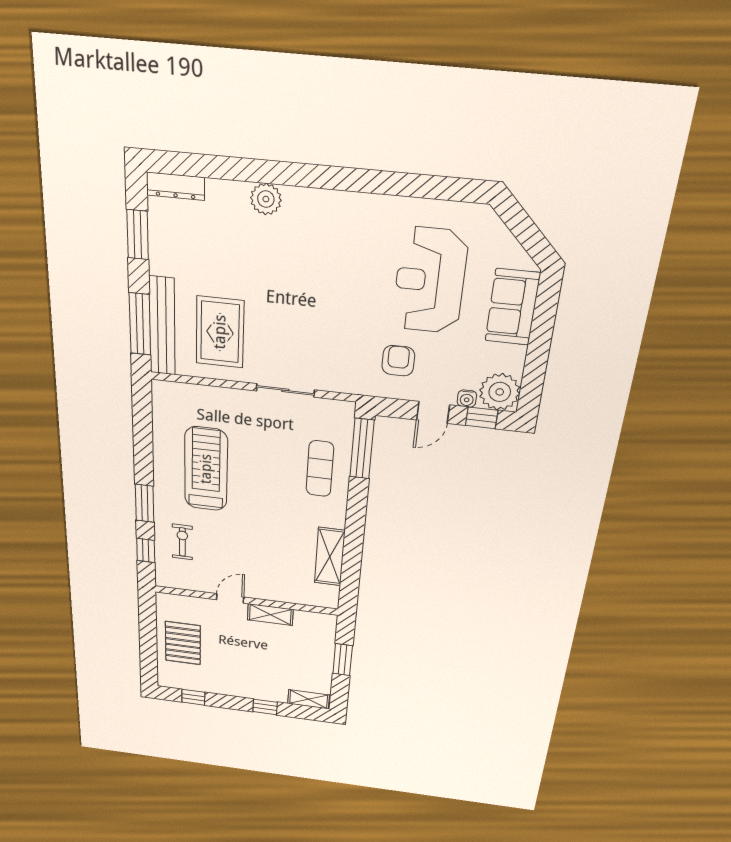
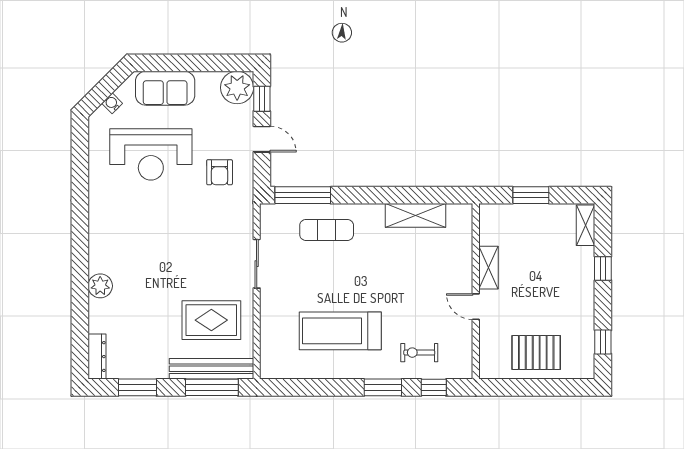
armchair: (398, 361) -> (220, 172), turned -90
water cooler: (467, 399) -> (112, 103), moved, turned -135

